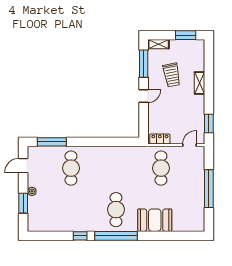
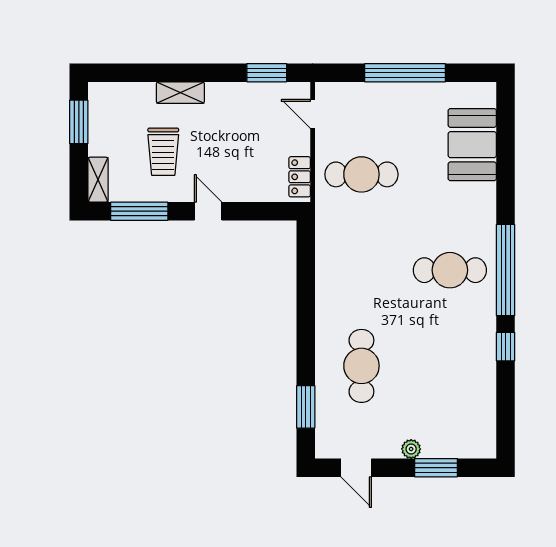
trolley: (172, 75) -> (163, 152), turned 101
window: (52, 142) -> (306, 407), width x0.69
cafe table: (71, 168) -> (361, 366), turned 90
booth: (155, 220) -> (472, 145), moved

